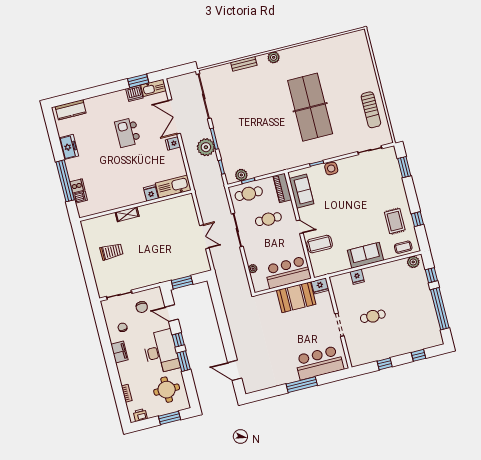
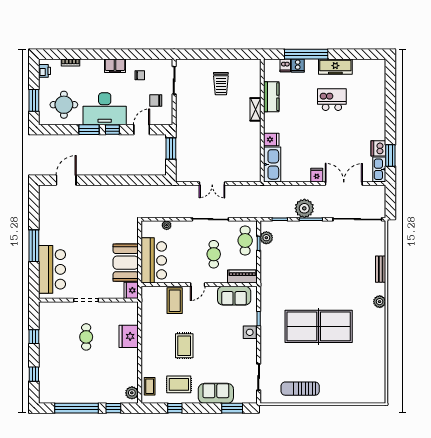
kitchen counter: (71, 110) -> (271, 97), moved, turned 180
kitchen island: (128, 132) -> (332, 100), moved
freezer: (69, 147) -> (335, 67), width x1.40
rug: (358, 225) -> (184, 346), added
sofa: (365, 255) -> (216, 393), moved, turned -90
fridge: (357, 277) -> (129, 336), width x1.88, depth x1.34

